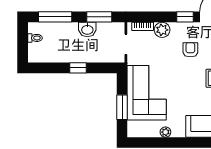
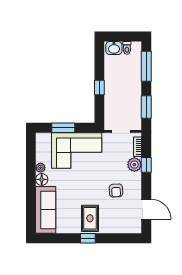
window: (185, 17) -> (146, 165), moved
washbasin: (87, 29) -> (114, 48), moved, turned -90
armchair: (190, 50) -> (116, 191), turned 87
floor lamp: (178, 131) -> (42, 179), added

